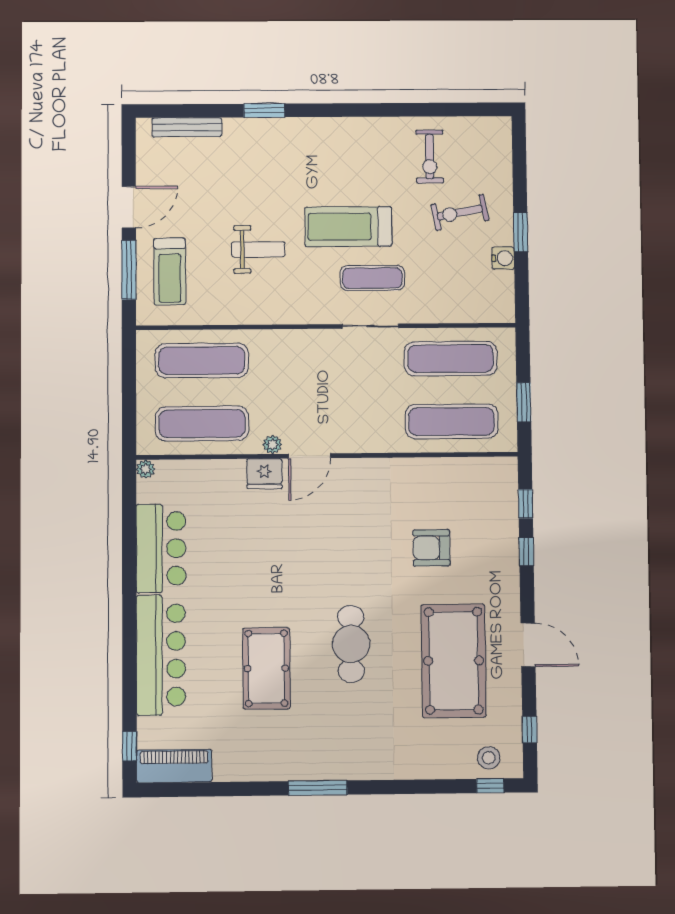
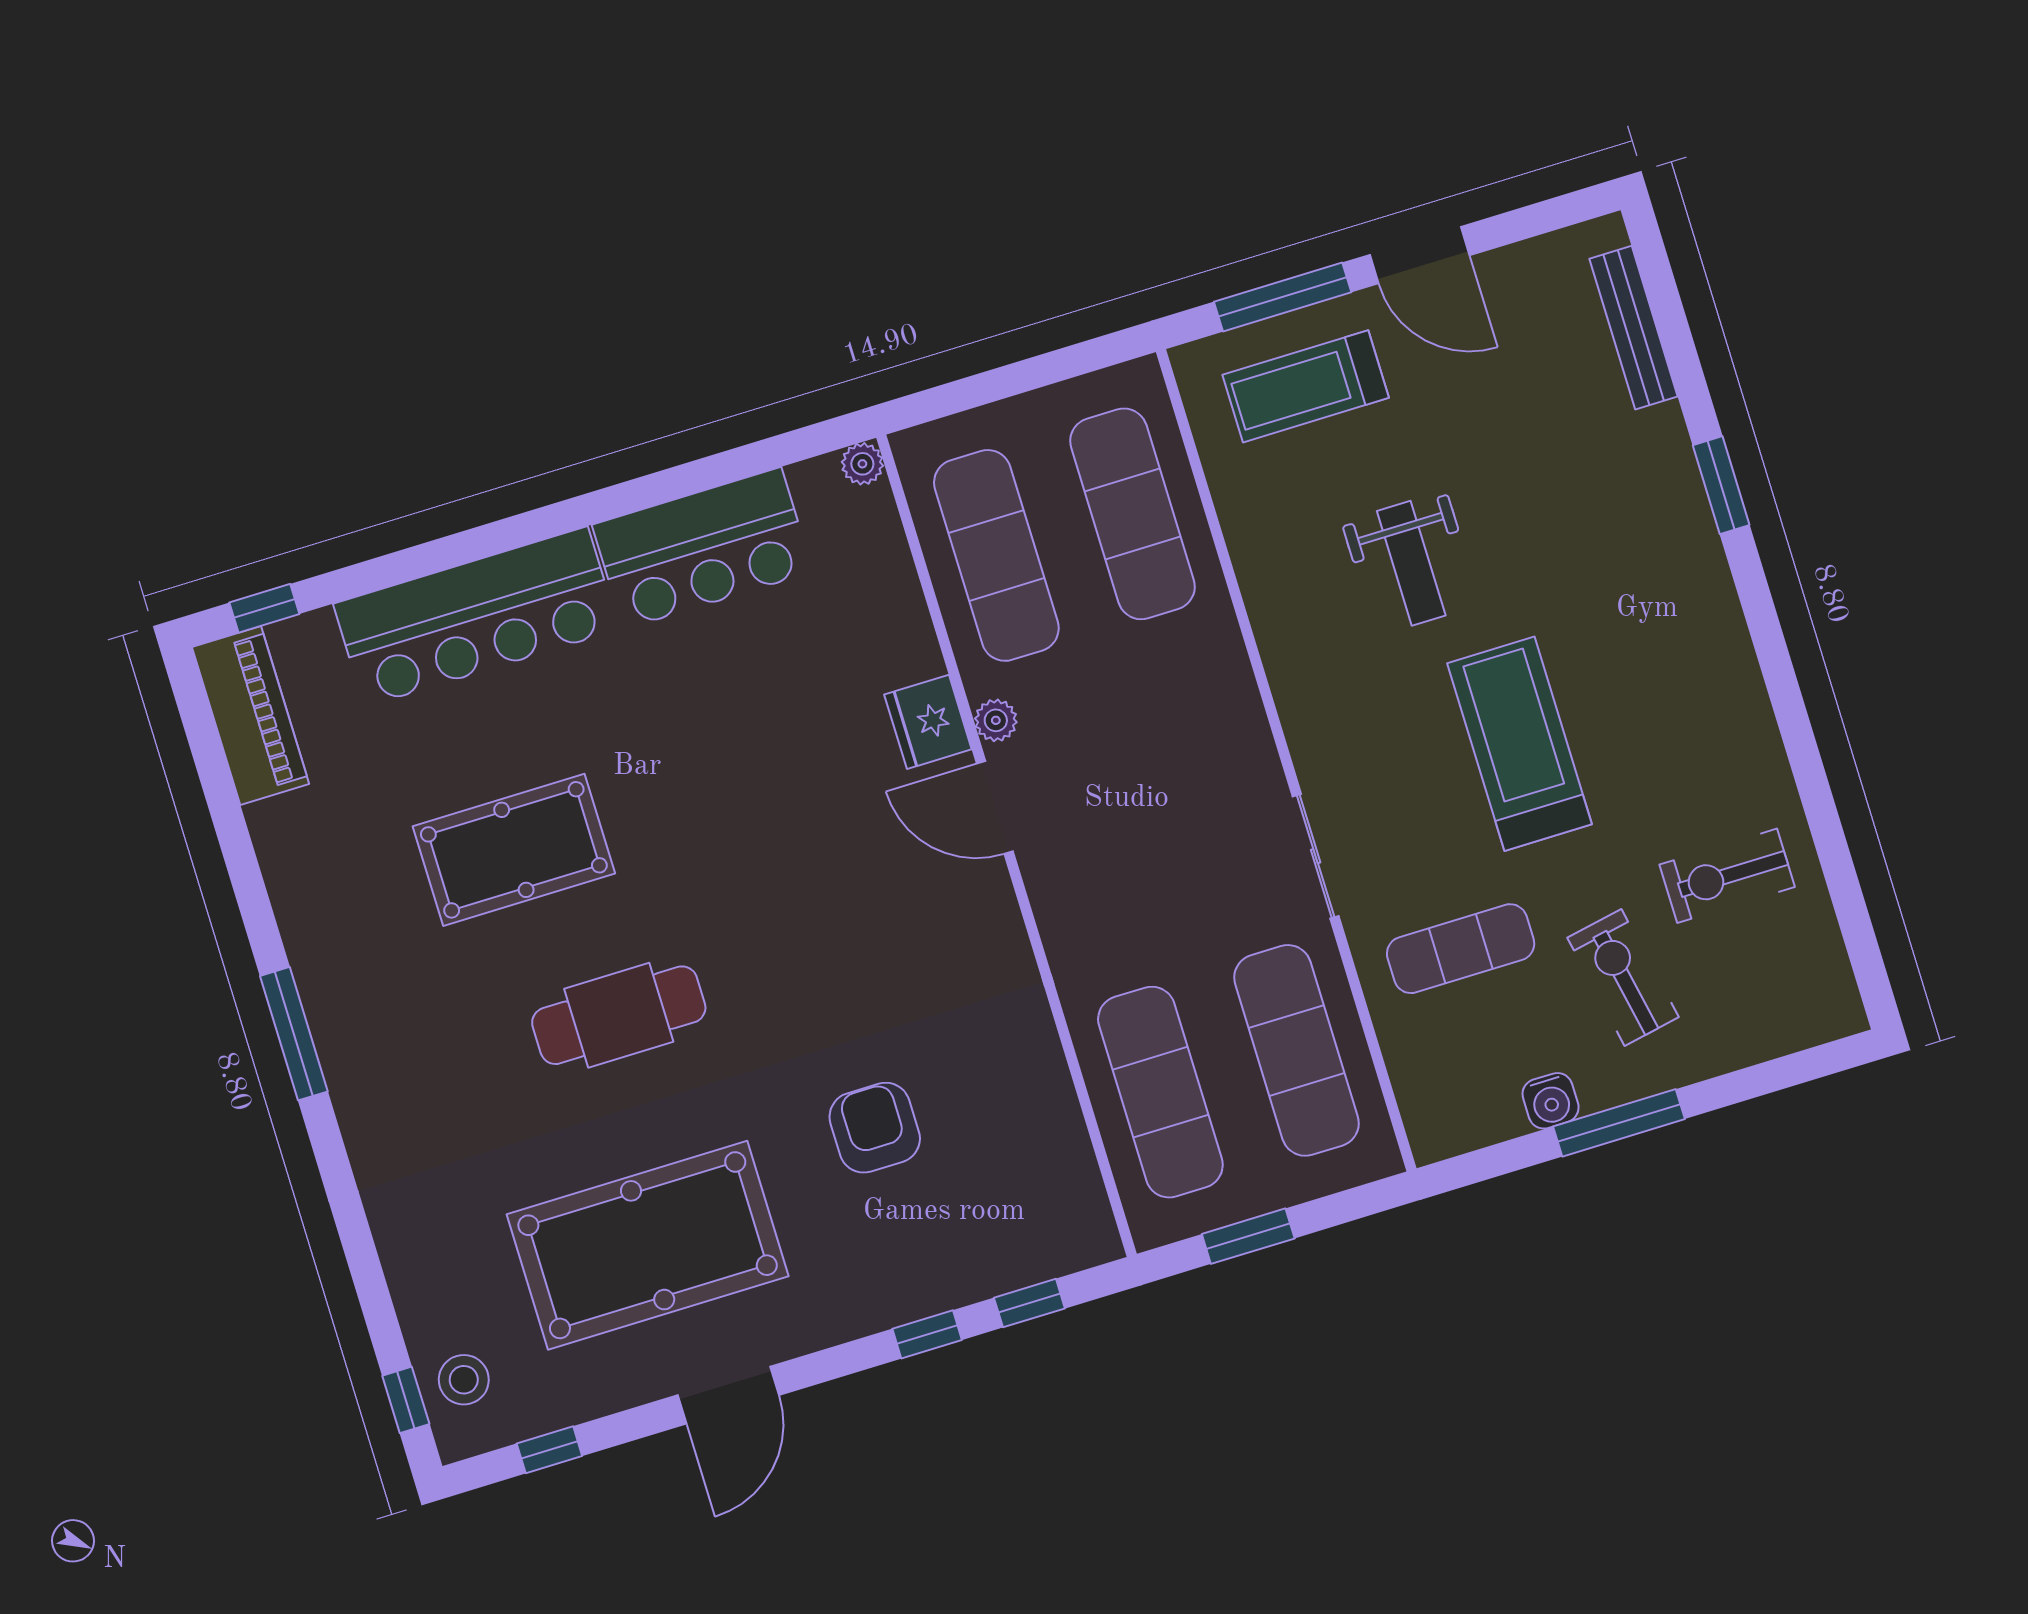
window: (521, 232) -> (1619, 1123), width x1.44
exercise mat: (372, 278) -> (1461, 949), moved, turned 90

